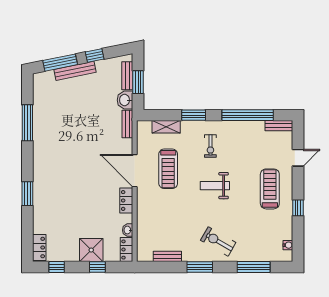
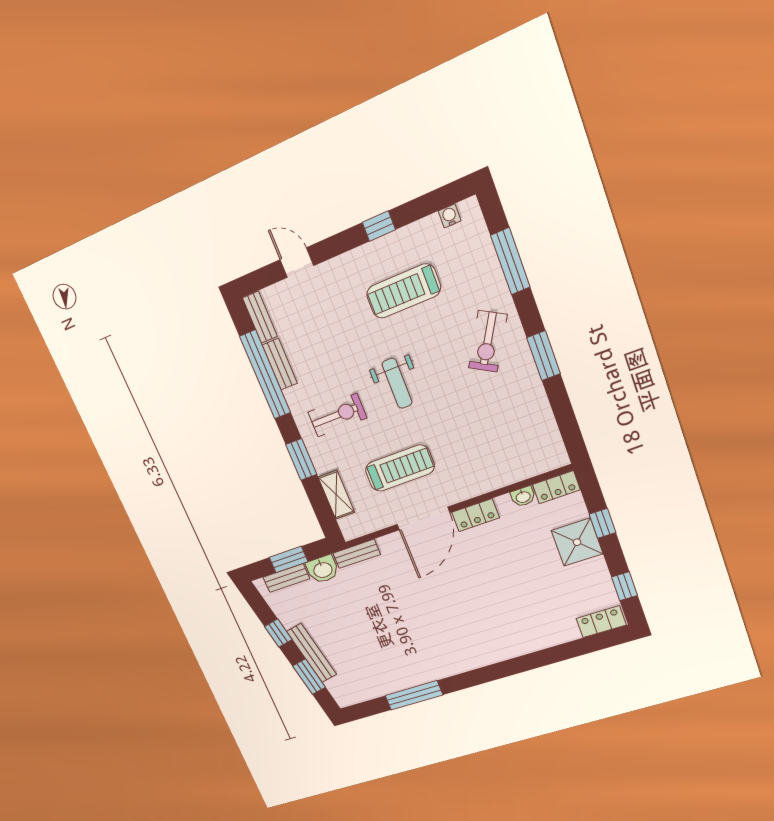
window: (60, 63) -> (309, 677), width x0.69
exercise bike: (210, 146) -> (337, 415), width x1.38, depth x1.39
treadmill: (270, 189) -> (404, 291), moved
window: (27, 194) -> (521, 664), removed
bench: (167, 256) -> (280, 364), moved

